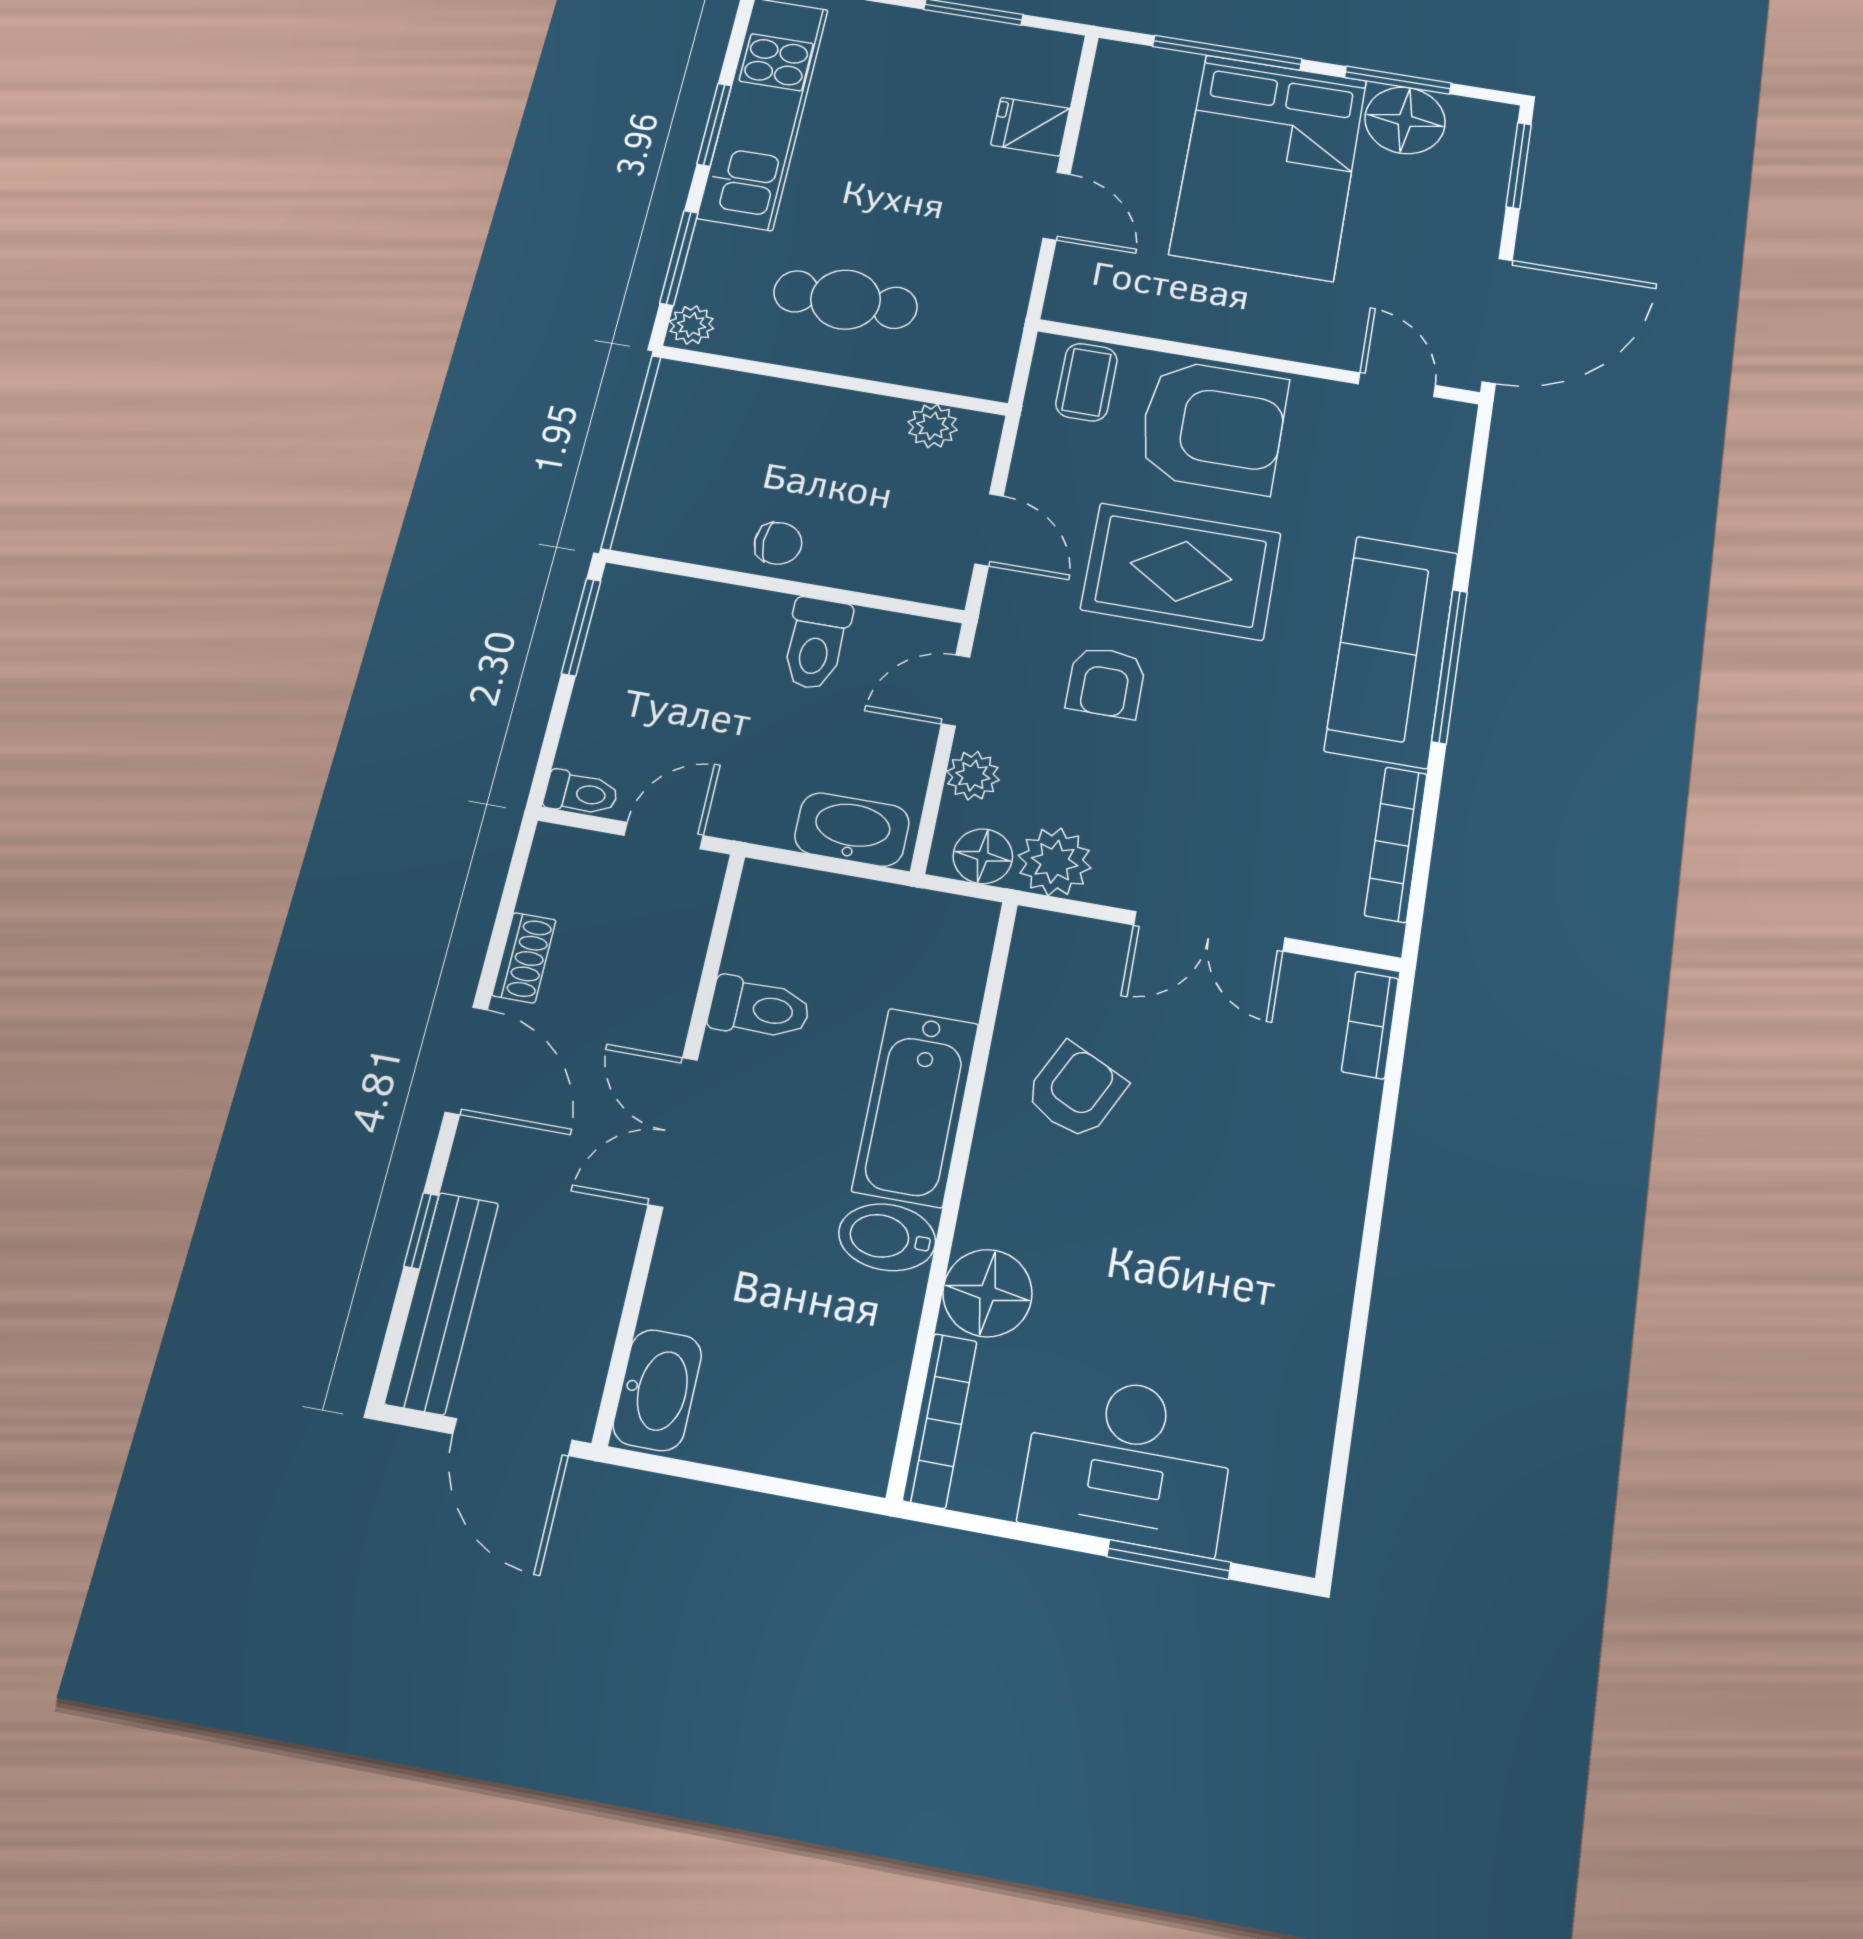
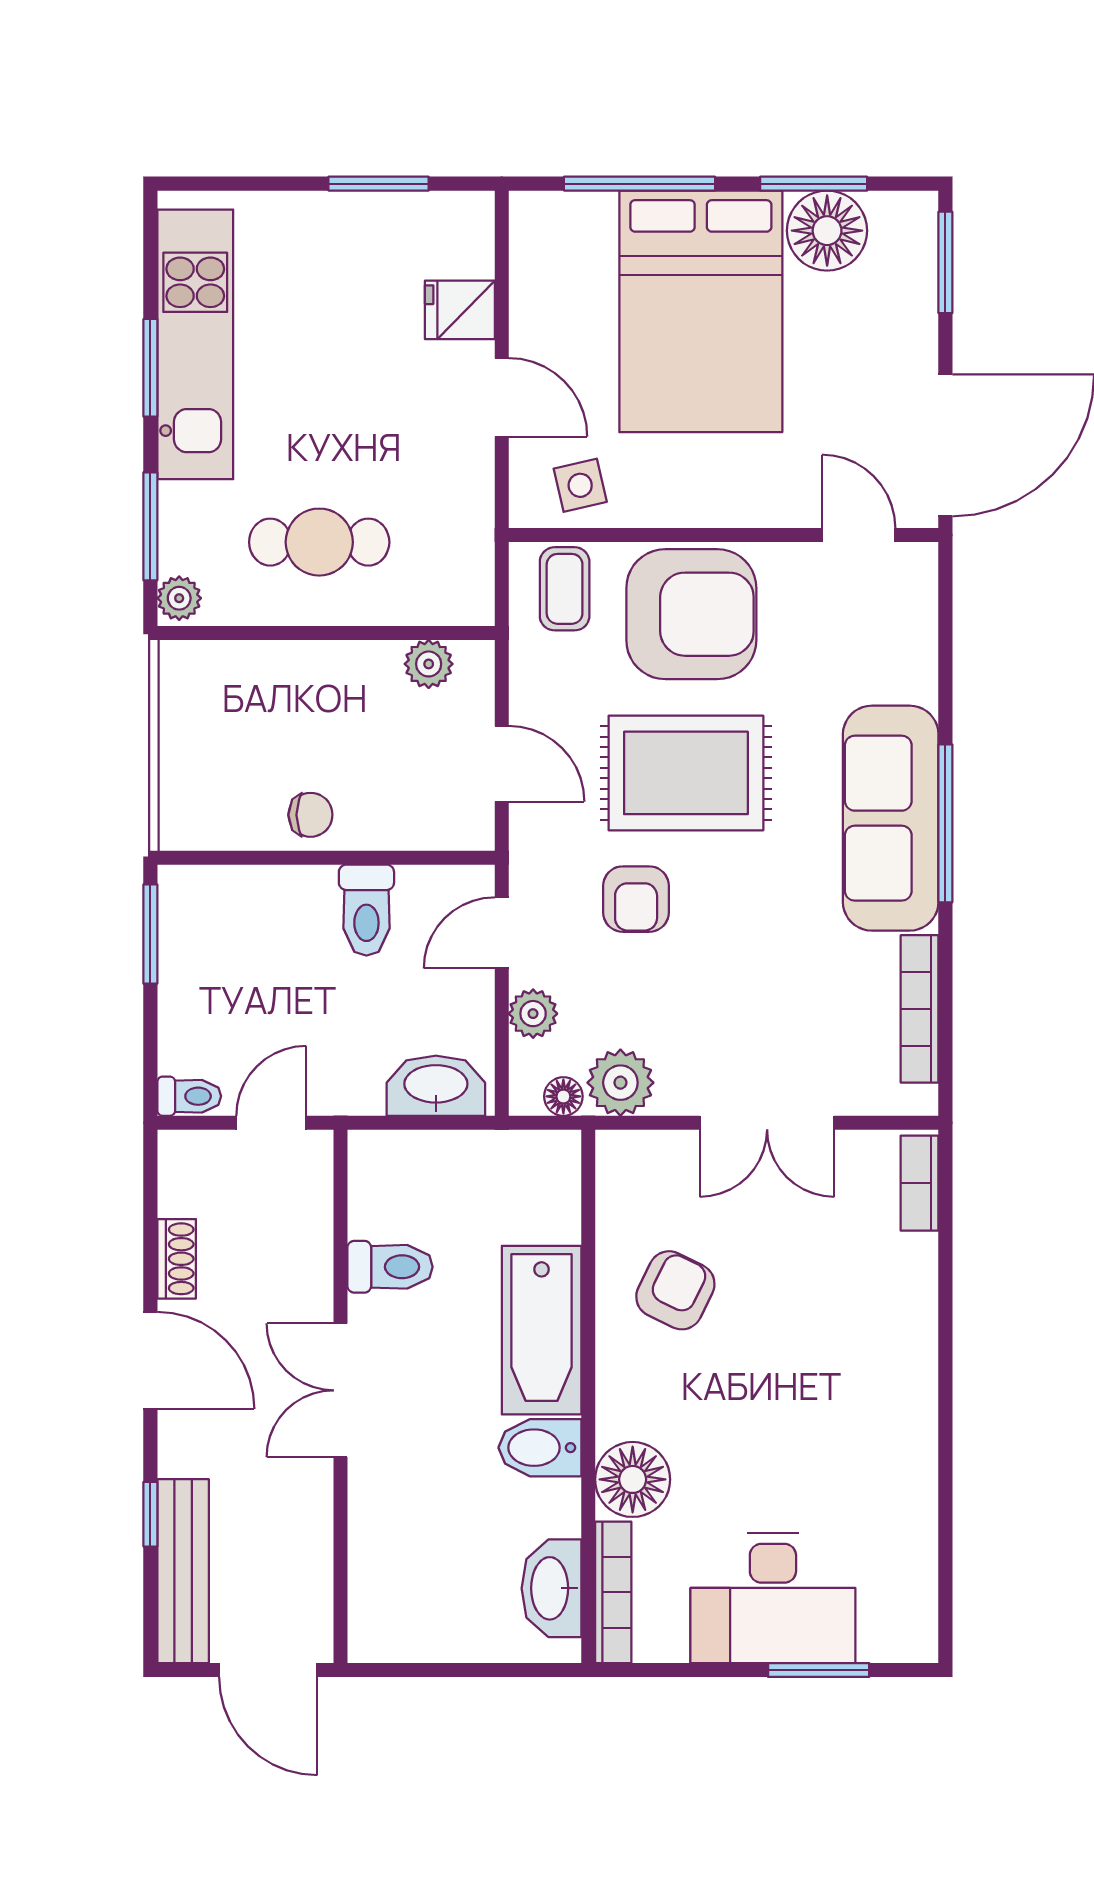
side table: (1120, 294) -> (580, 485), added
floor lamp: (983, 856) -> (563, 1096), width x0.73, depth x0.73
washbasin: (657, 1390) -> (551, 1588), moved, turned 180

